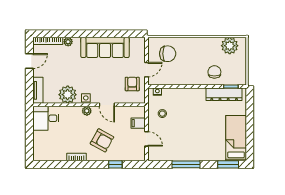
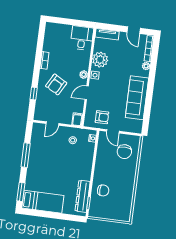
plant: (230, 46) -> (124, 207), removed
filing cabinet: (138, 123) -> (77, 119), moved

